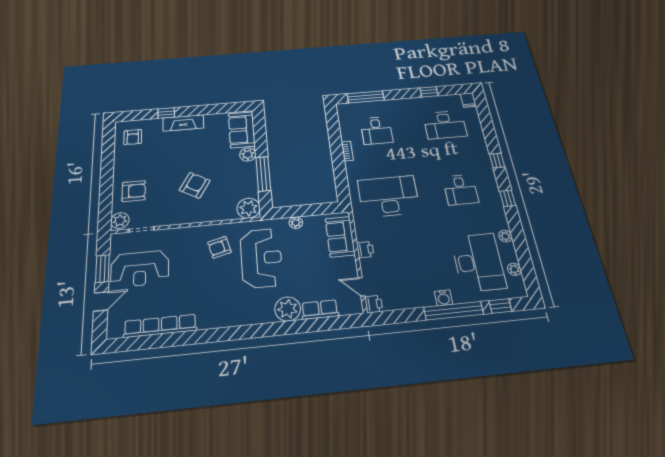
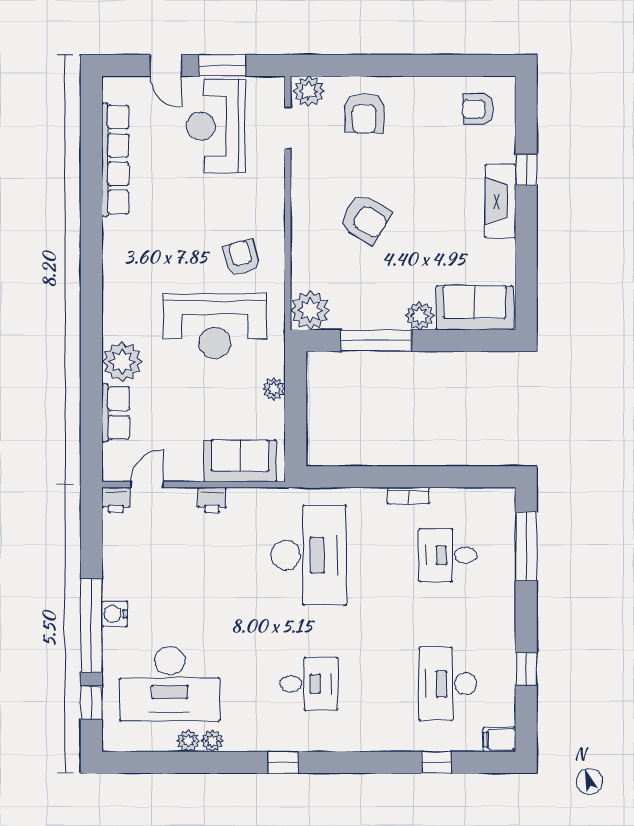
window: (497, 161) -> (437, 762), moved
desk: (461, 190) -> (309, 684), turned 180
plant: (514, 269) -> (188, 741), moved

